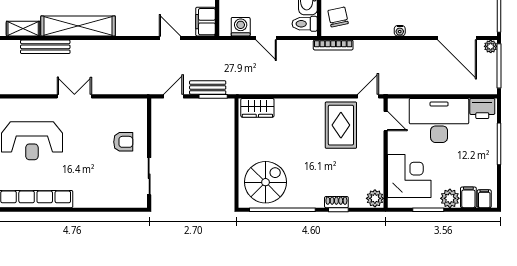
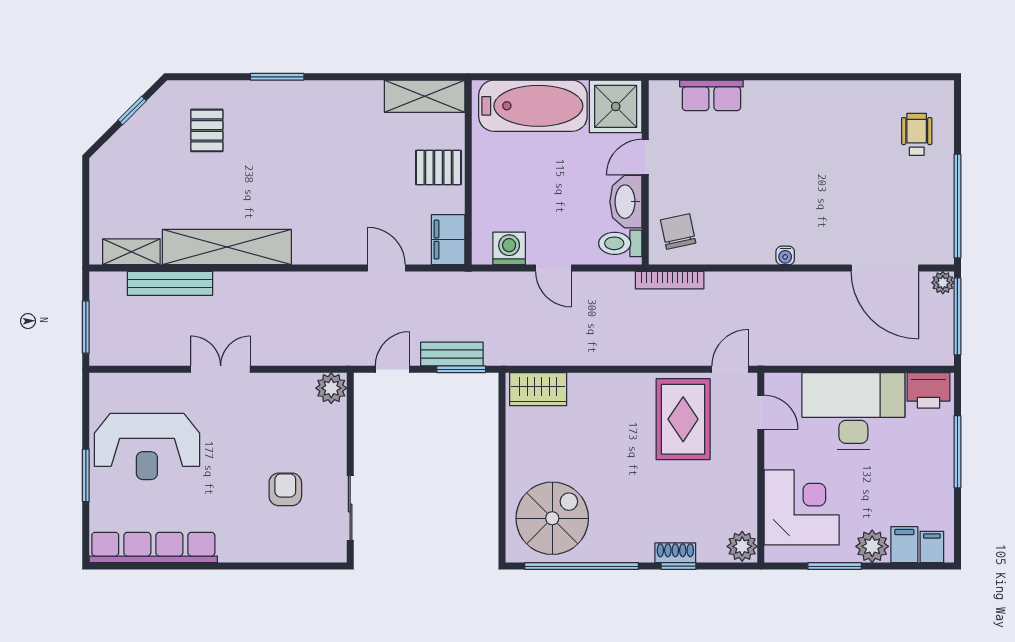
plant: (138, 107) -> (331, 388), added
armchair: (123, 142) -> (285, 489), moved, turned -90

